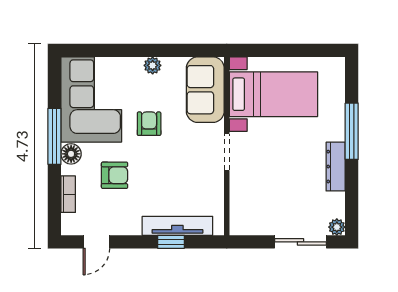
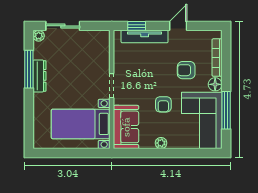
window: (352, 131) -> (29, 69), moved
window: (54, 136) -> (226, 110), moved
bookcase: (68, 194) -> (217, 58), width x1.56
door: (96, 242) -> (178, 26), moved
window: (171, 242) -> (137, 26), moved

